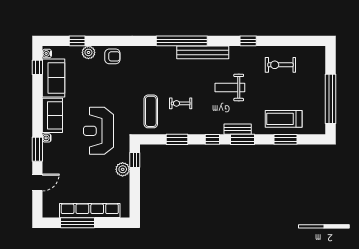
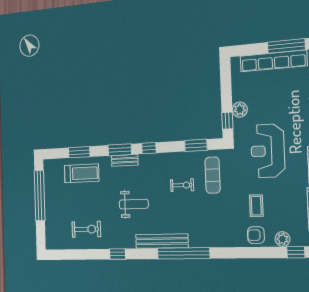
coffee table: (111, 82) -> (256, 206), added
reception desk: (98, 131) -> (268, 151), turned 180
window: (177, 139) -> (196, 145), moved

